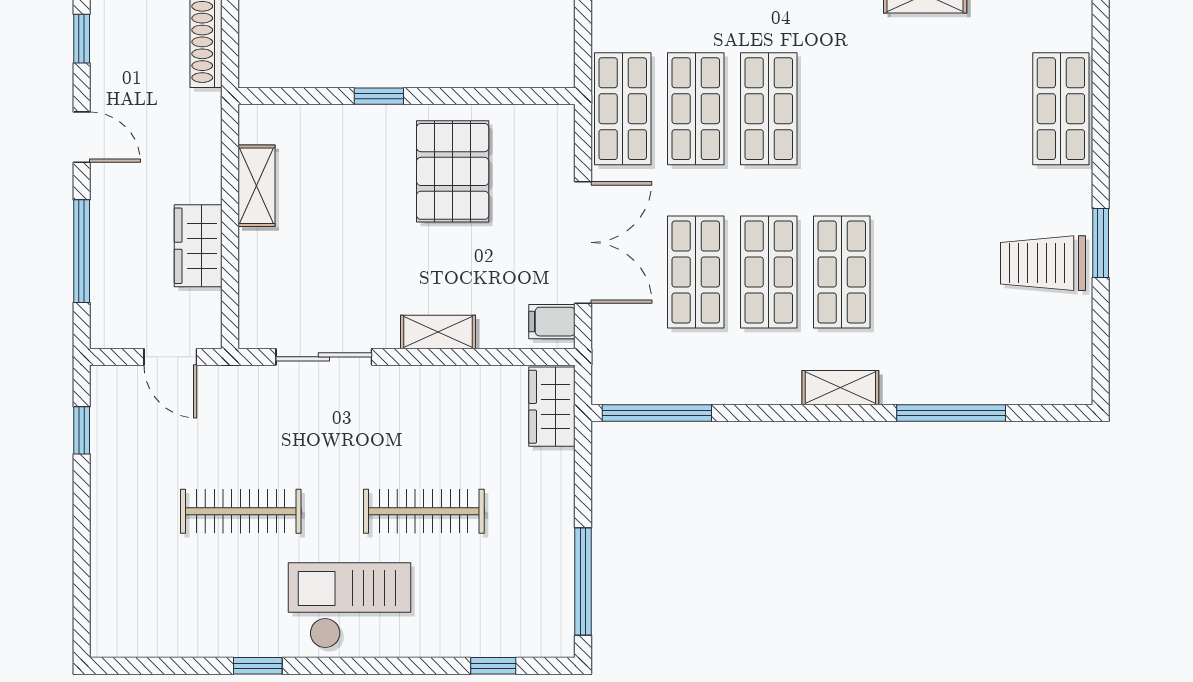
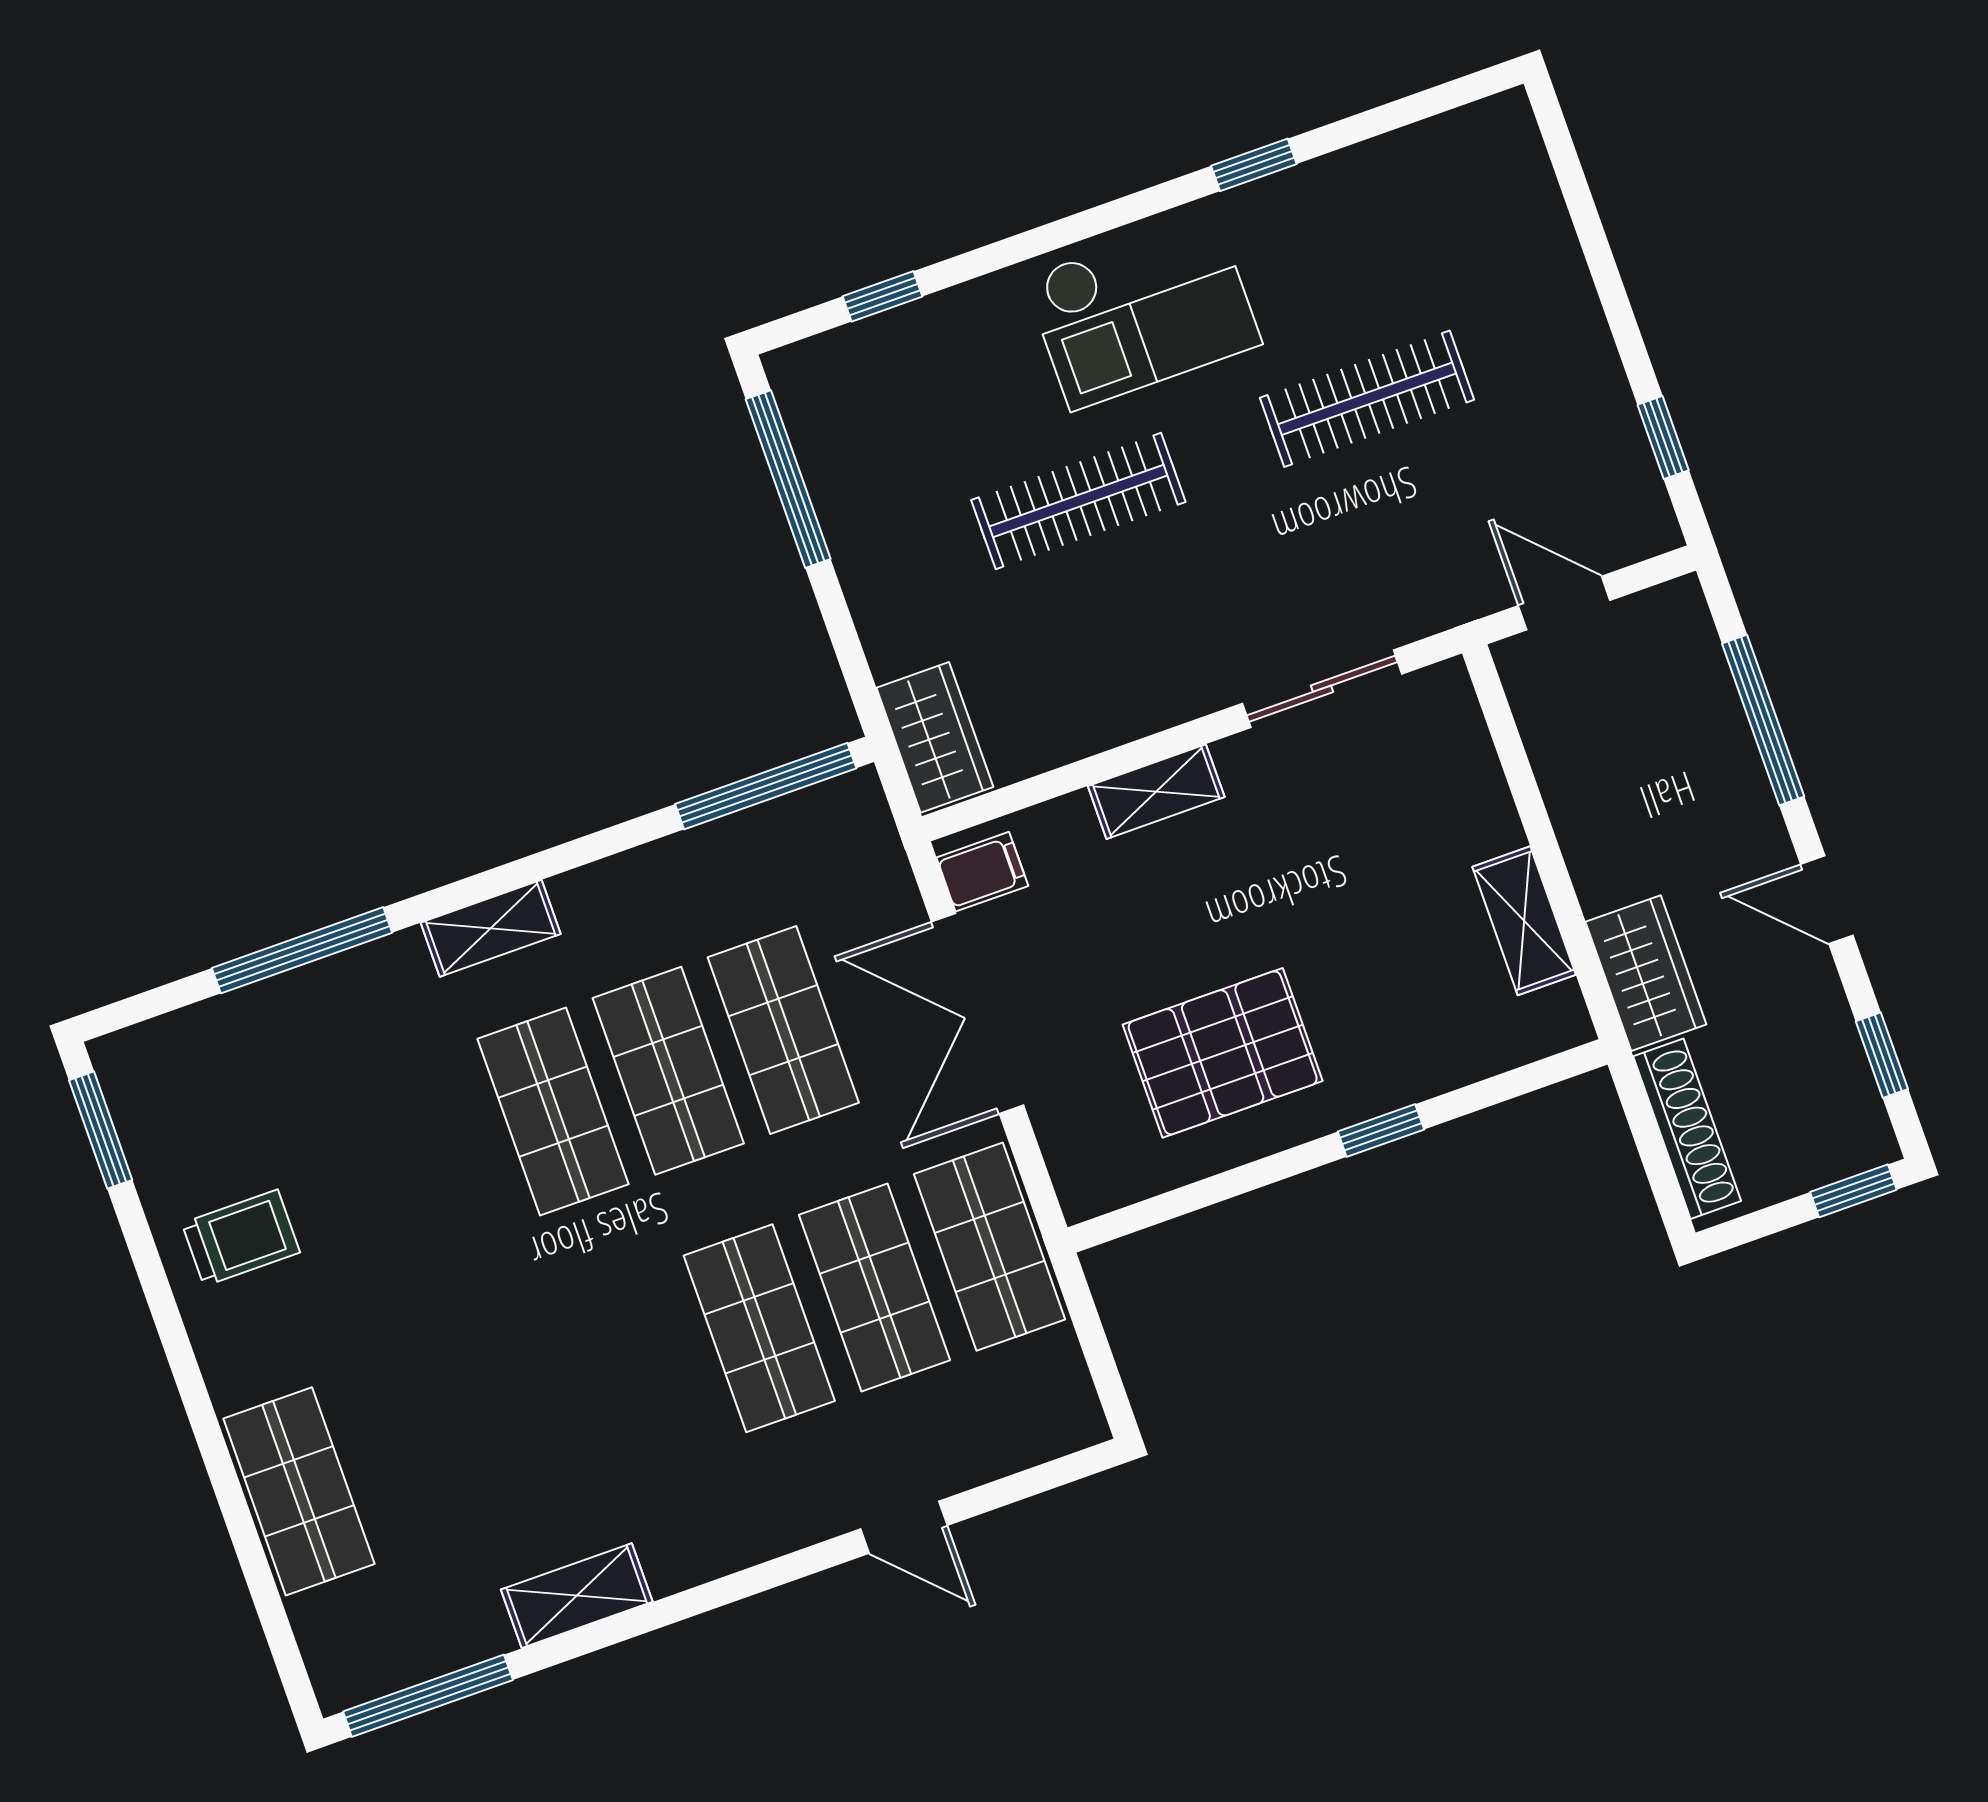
pallet: (453, 171) -> (1223, 1053), turned 90
window: (1101, 243) -> (101, 1130), moved
wardrobe: (198, 246) -> (1646, 973), moved
trolley: (1043, 263) -> (241, 1238), width x0.73, depth x0.72

